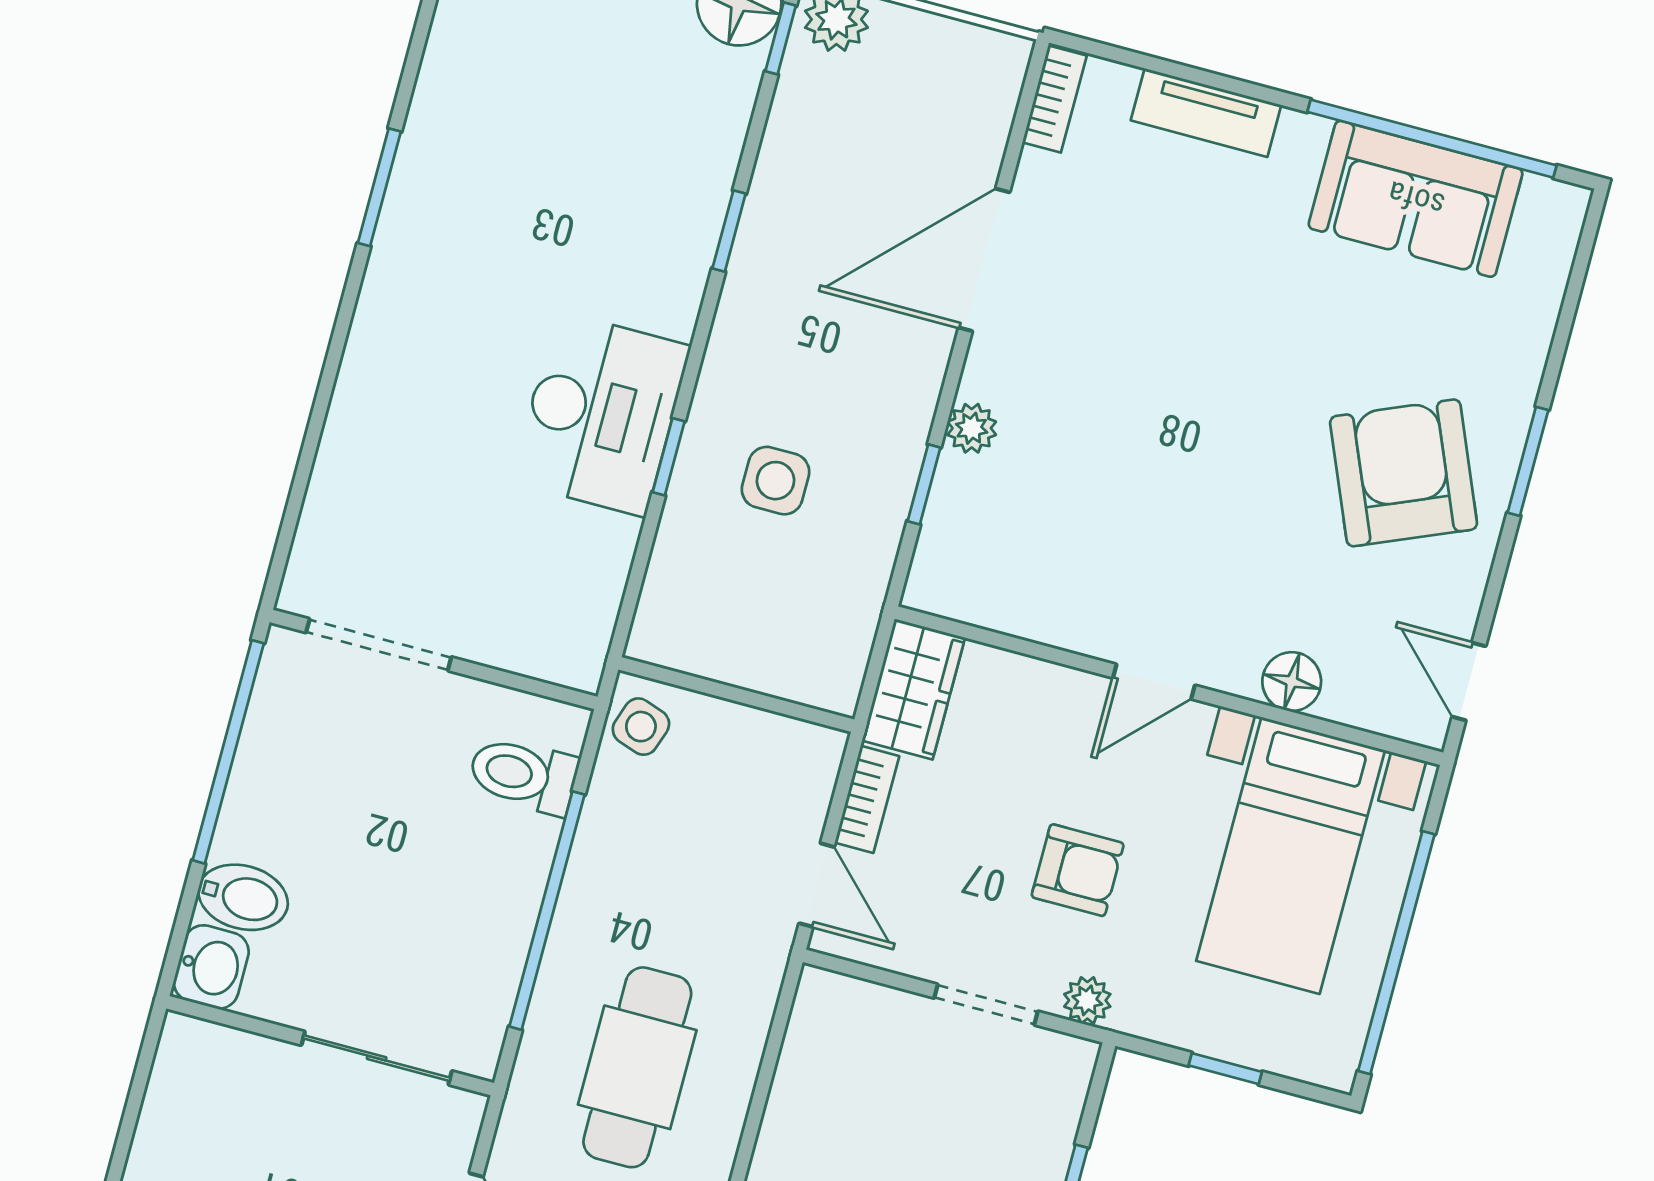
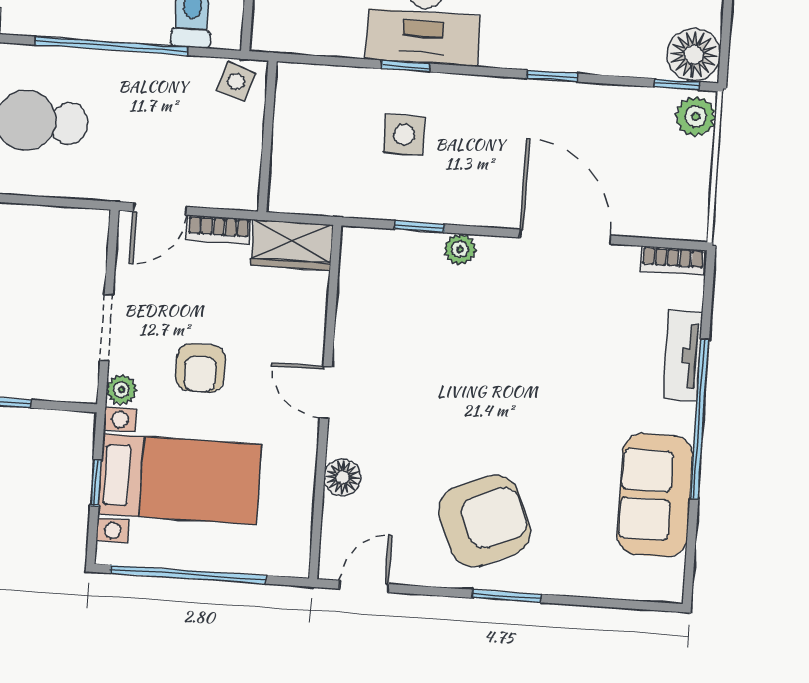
window: (1432, 139) -> (699, 419), moved
bed with nightstands: (1291, 856) -> (180, 479), moved, turned 180

